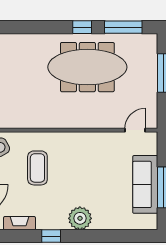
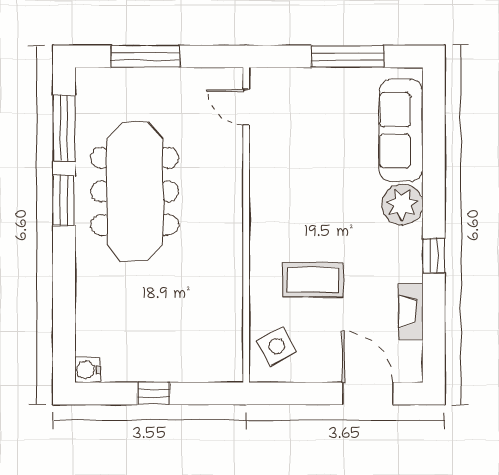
window: (82, 27) -> (64, 201), width x1.50
sofa: (145, 184) -> (401, 130), moved, turned 90

